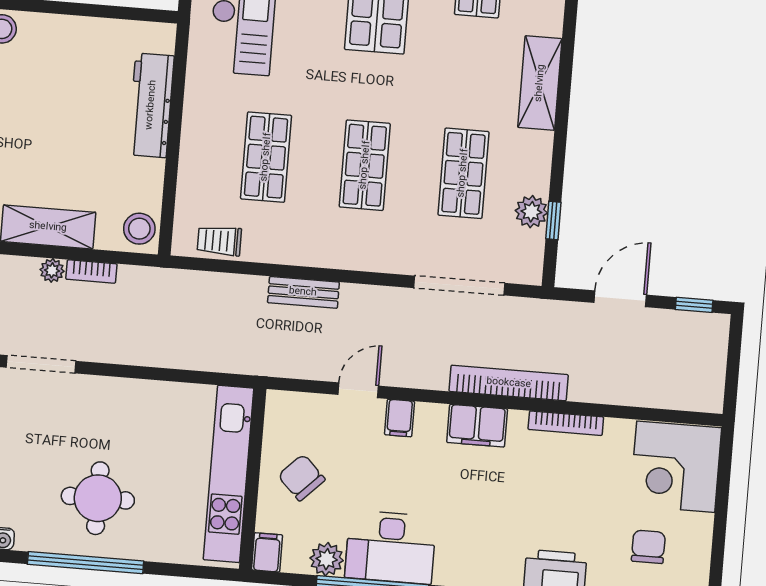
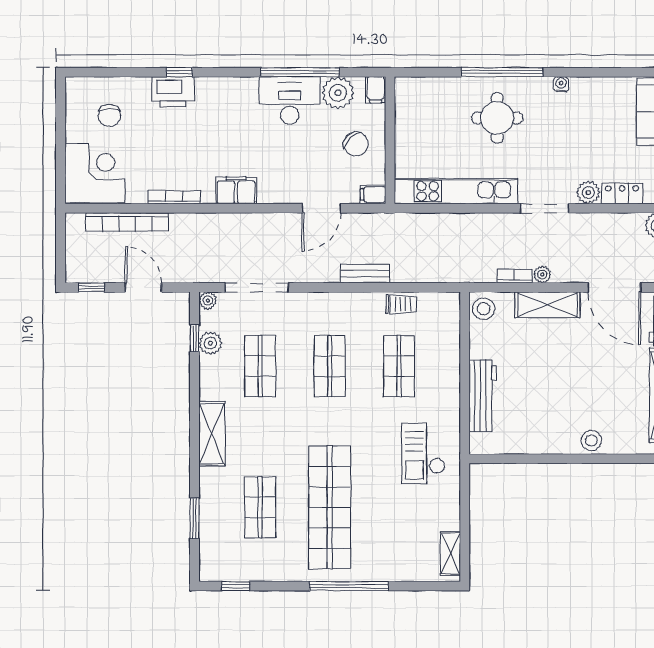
trolley: (219, 241) -> (401, 304), moved
plant: (530, 272) -> (208, 301), added
door: (620, 299) -> (143, 287), swing flipped
bookcase: (509, 383) -> (127, 222), moved
door: (358, 390) -> (321, 208), width x1.38
filing cabinet: (400, 418) -> (373, 194), moved, turned -90
kitchen unit: (229, 474) -> (456, 191), moved, turned -90
plant: (327, 559) -> (338, 93), width x1.36, depth x1.36

